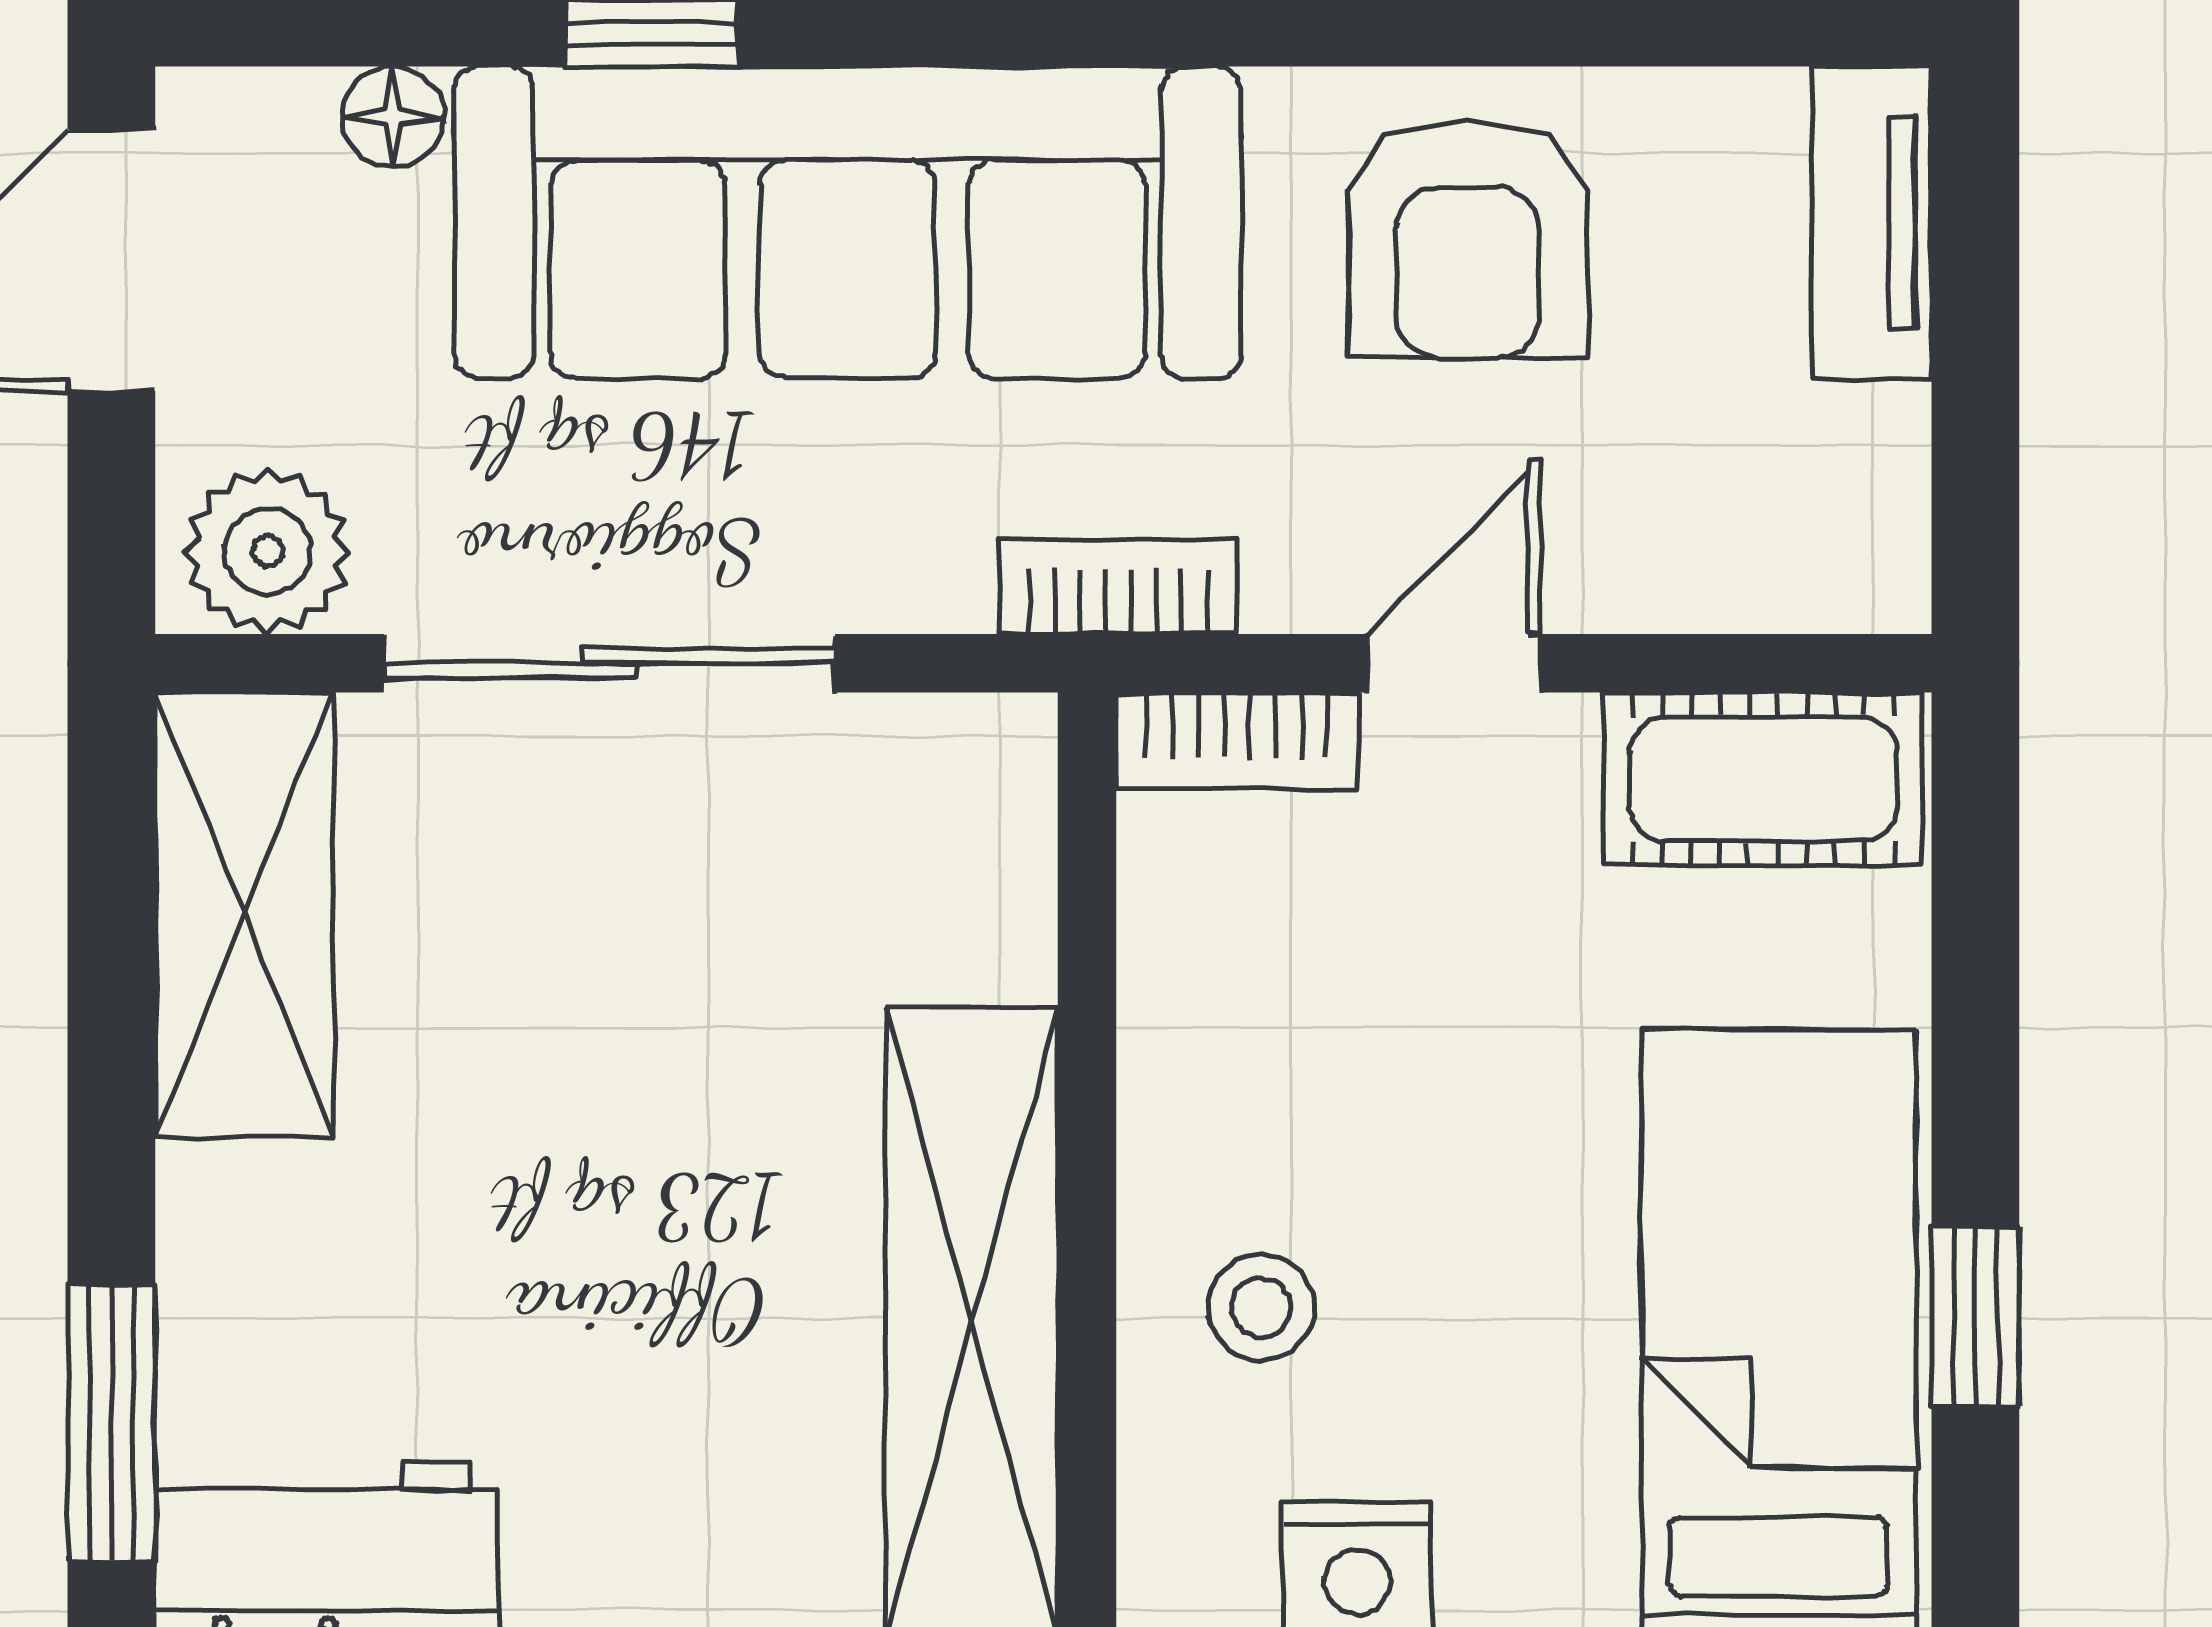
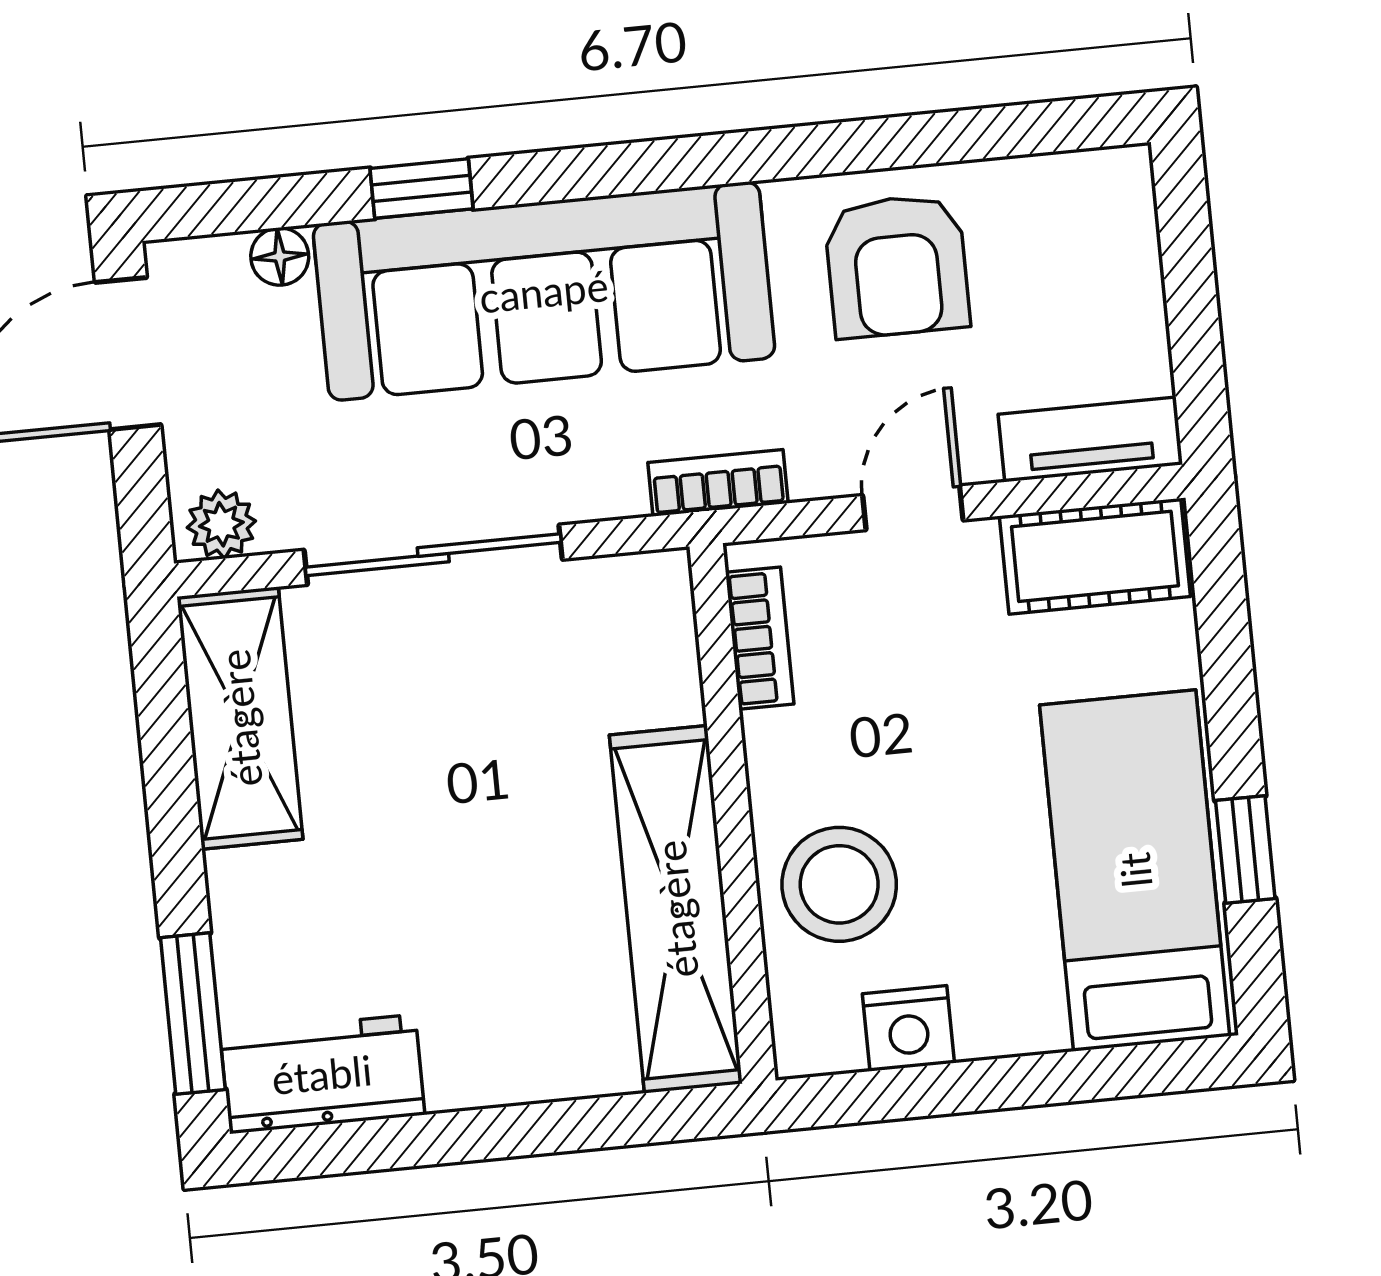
tv unit: (1872, 223) -> (1090, 439), moved, turned 90
plant: (267, 551) -> (221, 524), width x0.73, depth x0.73
bookcase: (1237, 741) -> (760, 638), moved, turned -90
stool: (1261, 1308) -> (839, 884), width x1.89, depth x1.89

